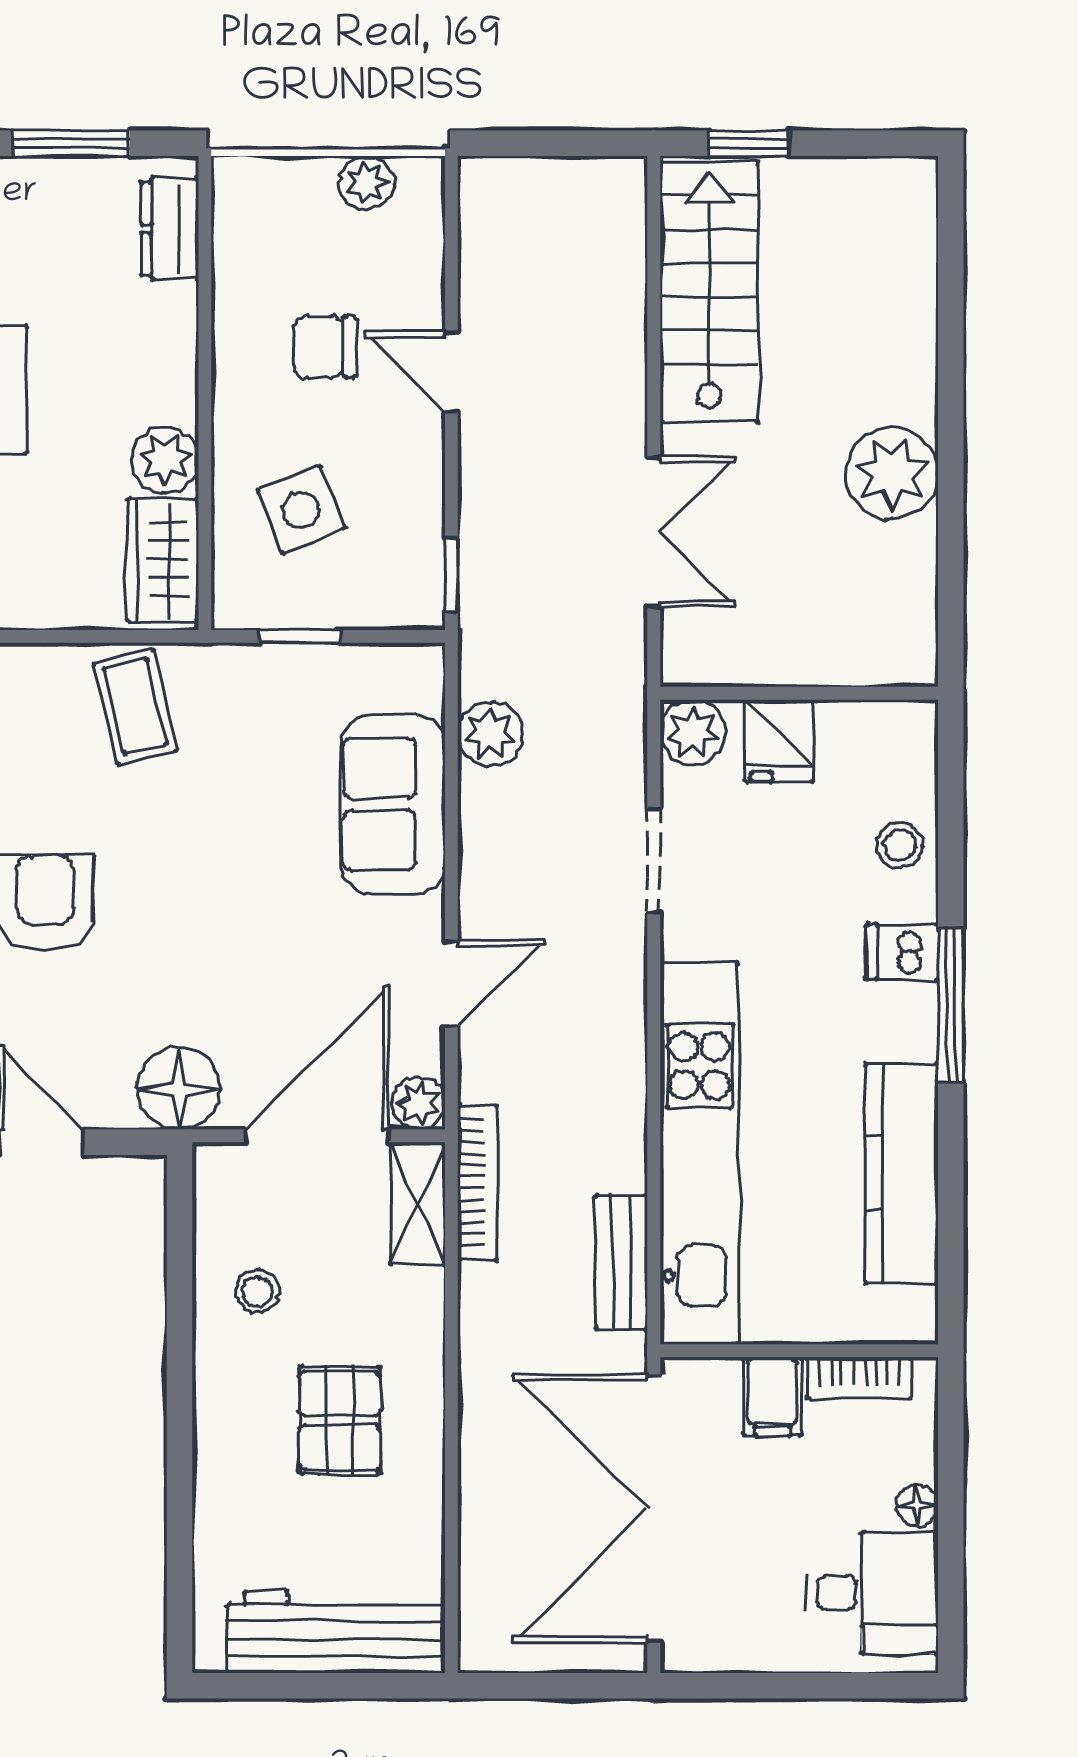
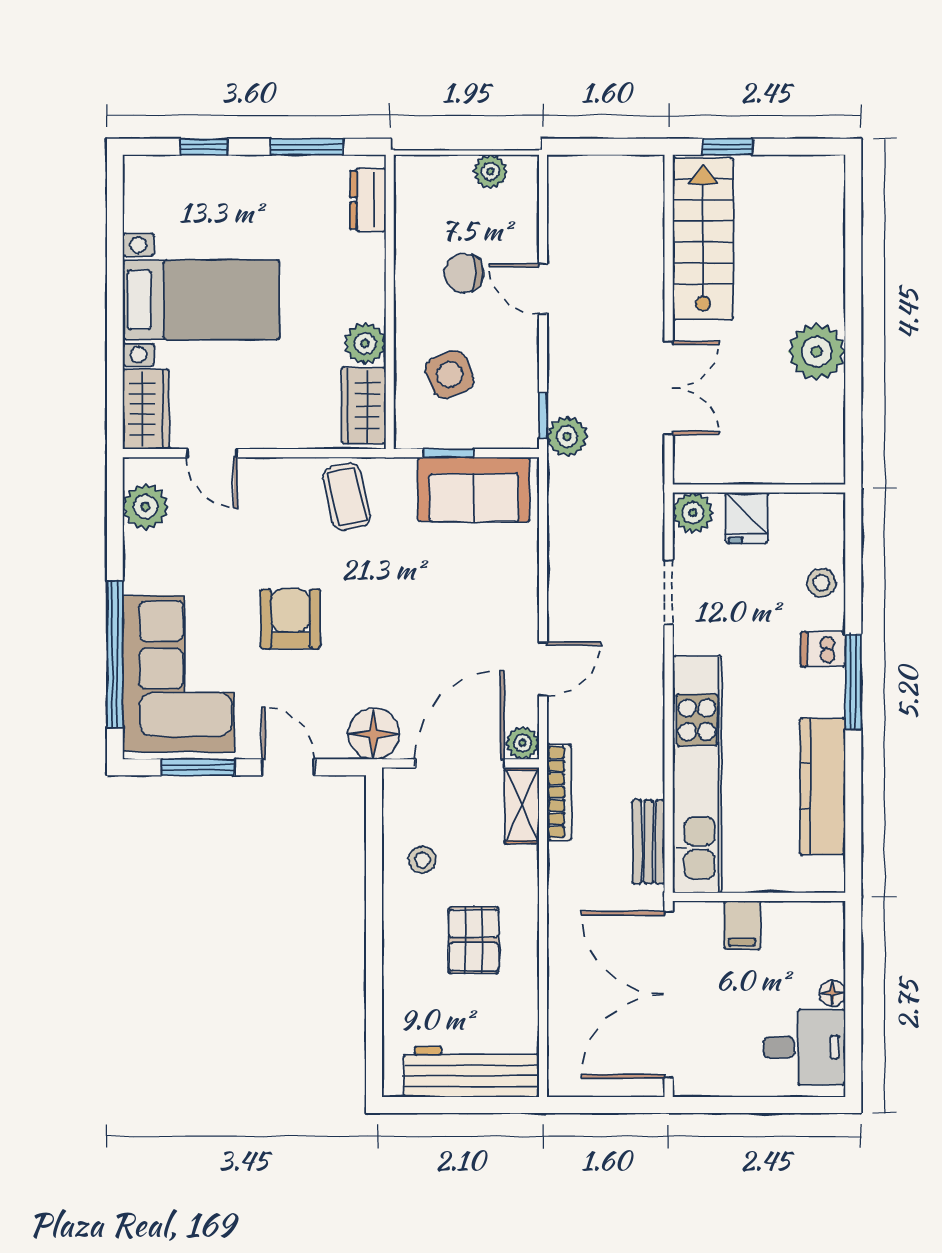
plant: (490, 734) -> (567, 436), moved
sofa: (393, 804) -> (474, 489), moved, turned -90
bookcase: (859, 1378) -> (796, 914), removed

